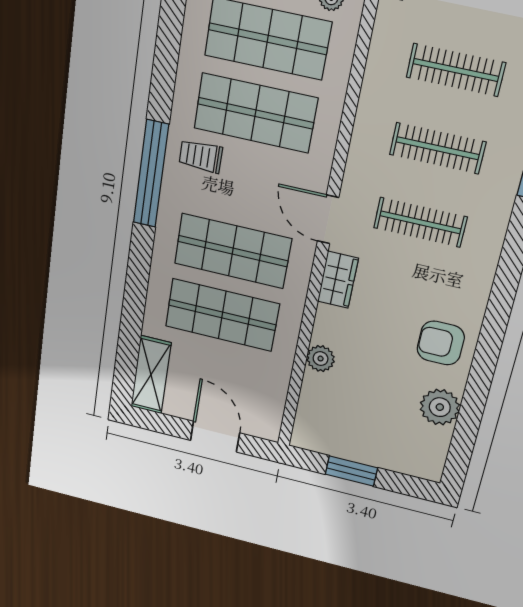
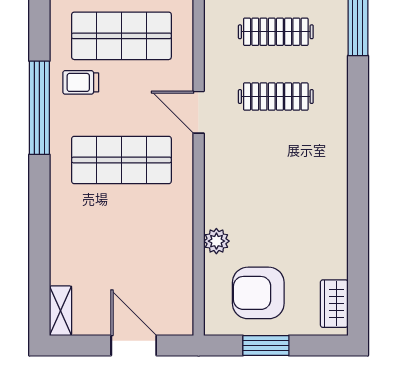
wardrobe: (338, 280) -> (334, 304), moved, turned 180
shop shelf: (222, 315) -> (121, 222), removed
armchair: (441, 343) -> (258, 293), moved, width x1.36, depth x1.36
shelving: (151, 375) -> (60, 311), width x0.67, depth x0.75
plant: (440, 407) -> (330, 260), removed

